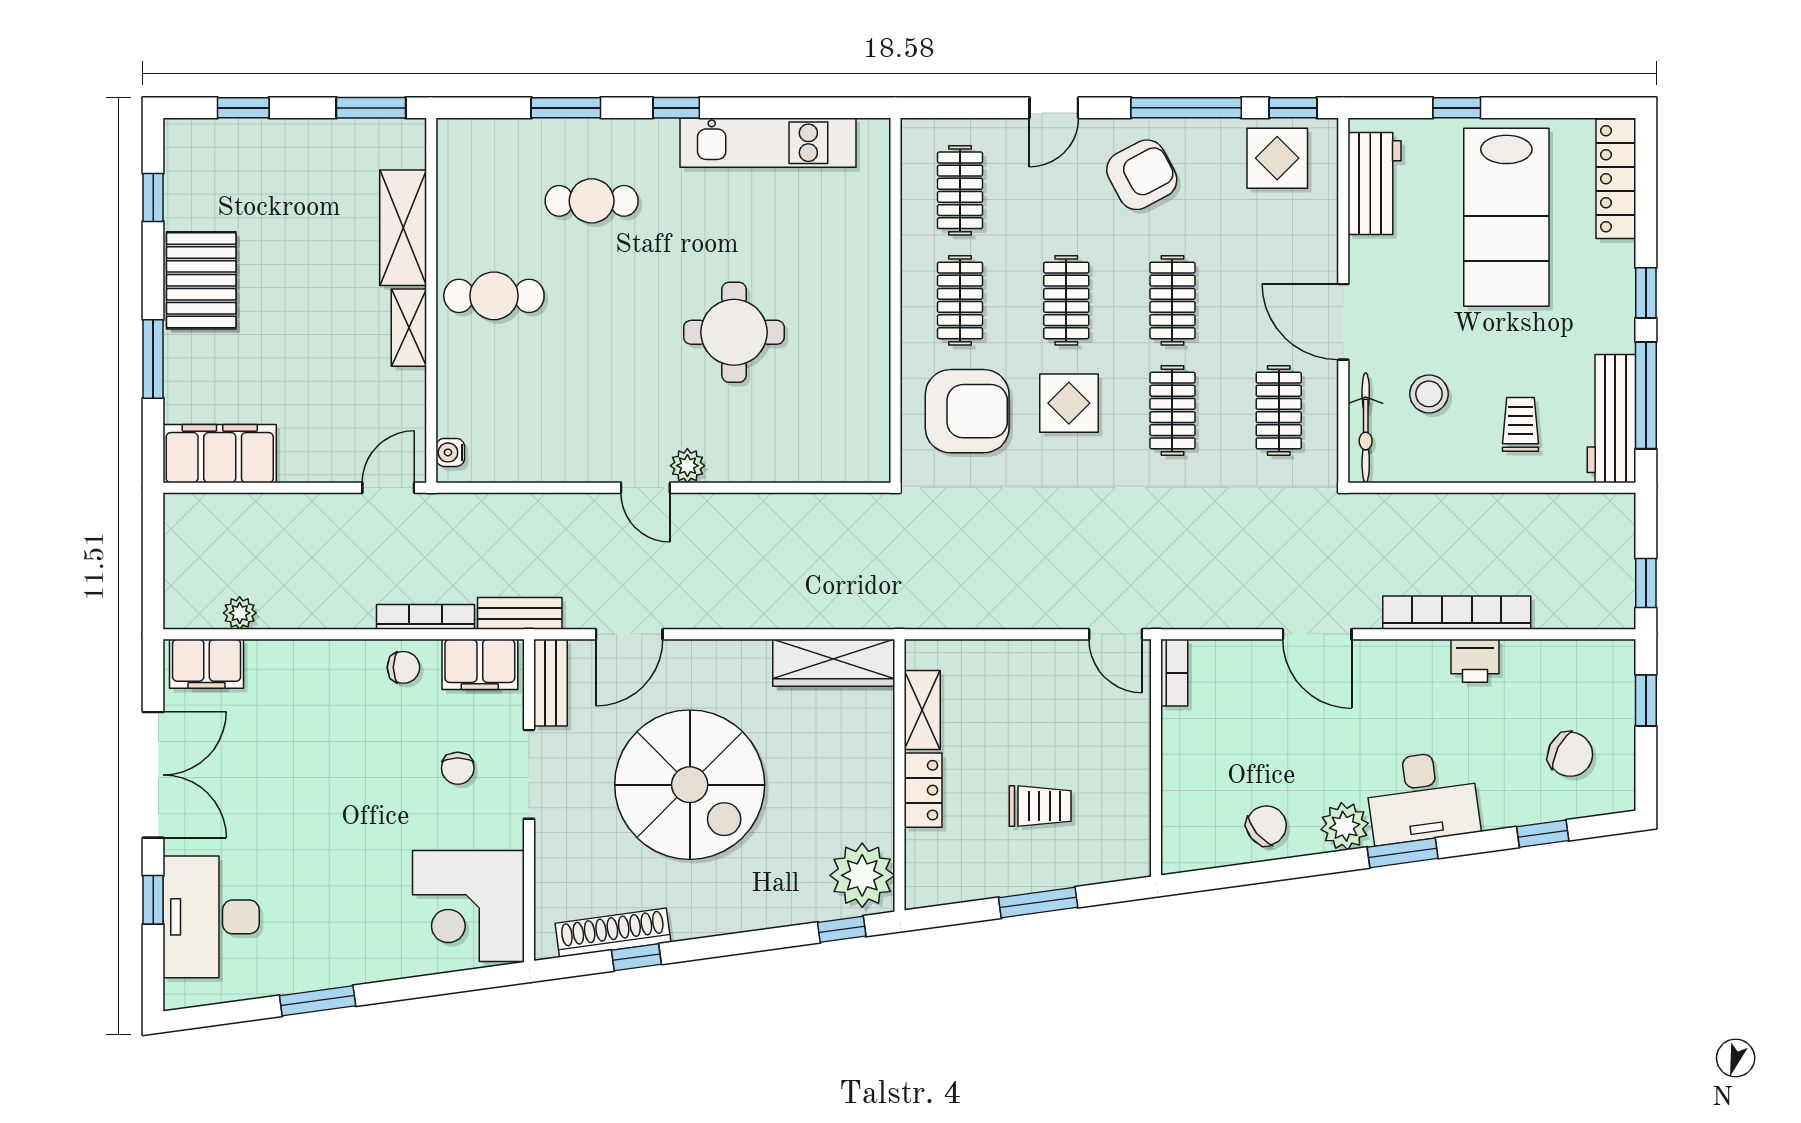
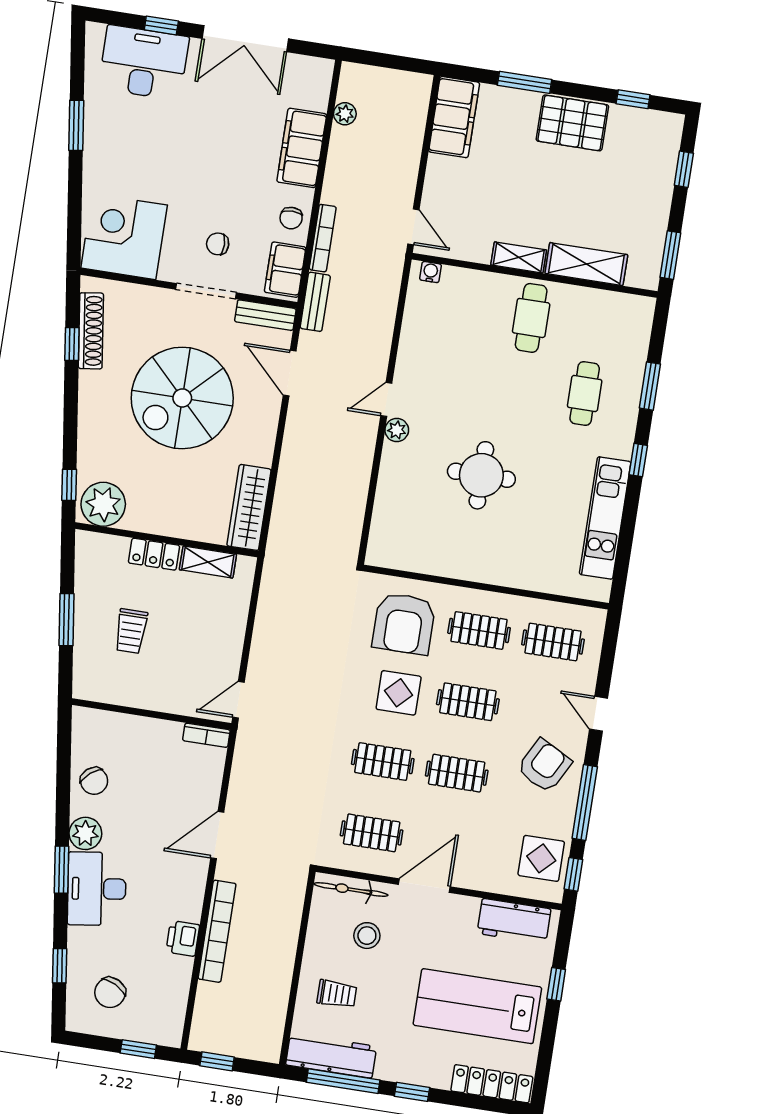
armchair: (1142, 175) -> (544, 766), turned -124
filing cabinet: (207, 664) -> (302, 148), moved, width x1.50, depth x1.17

